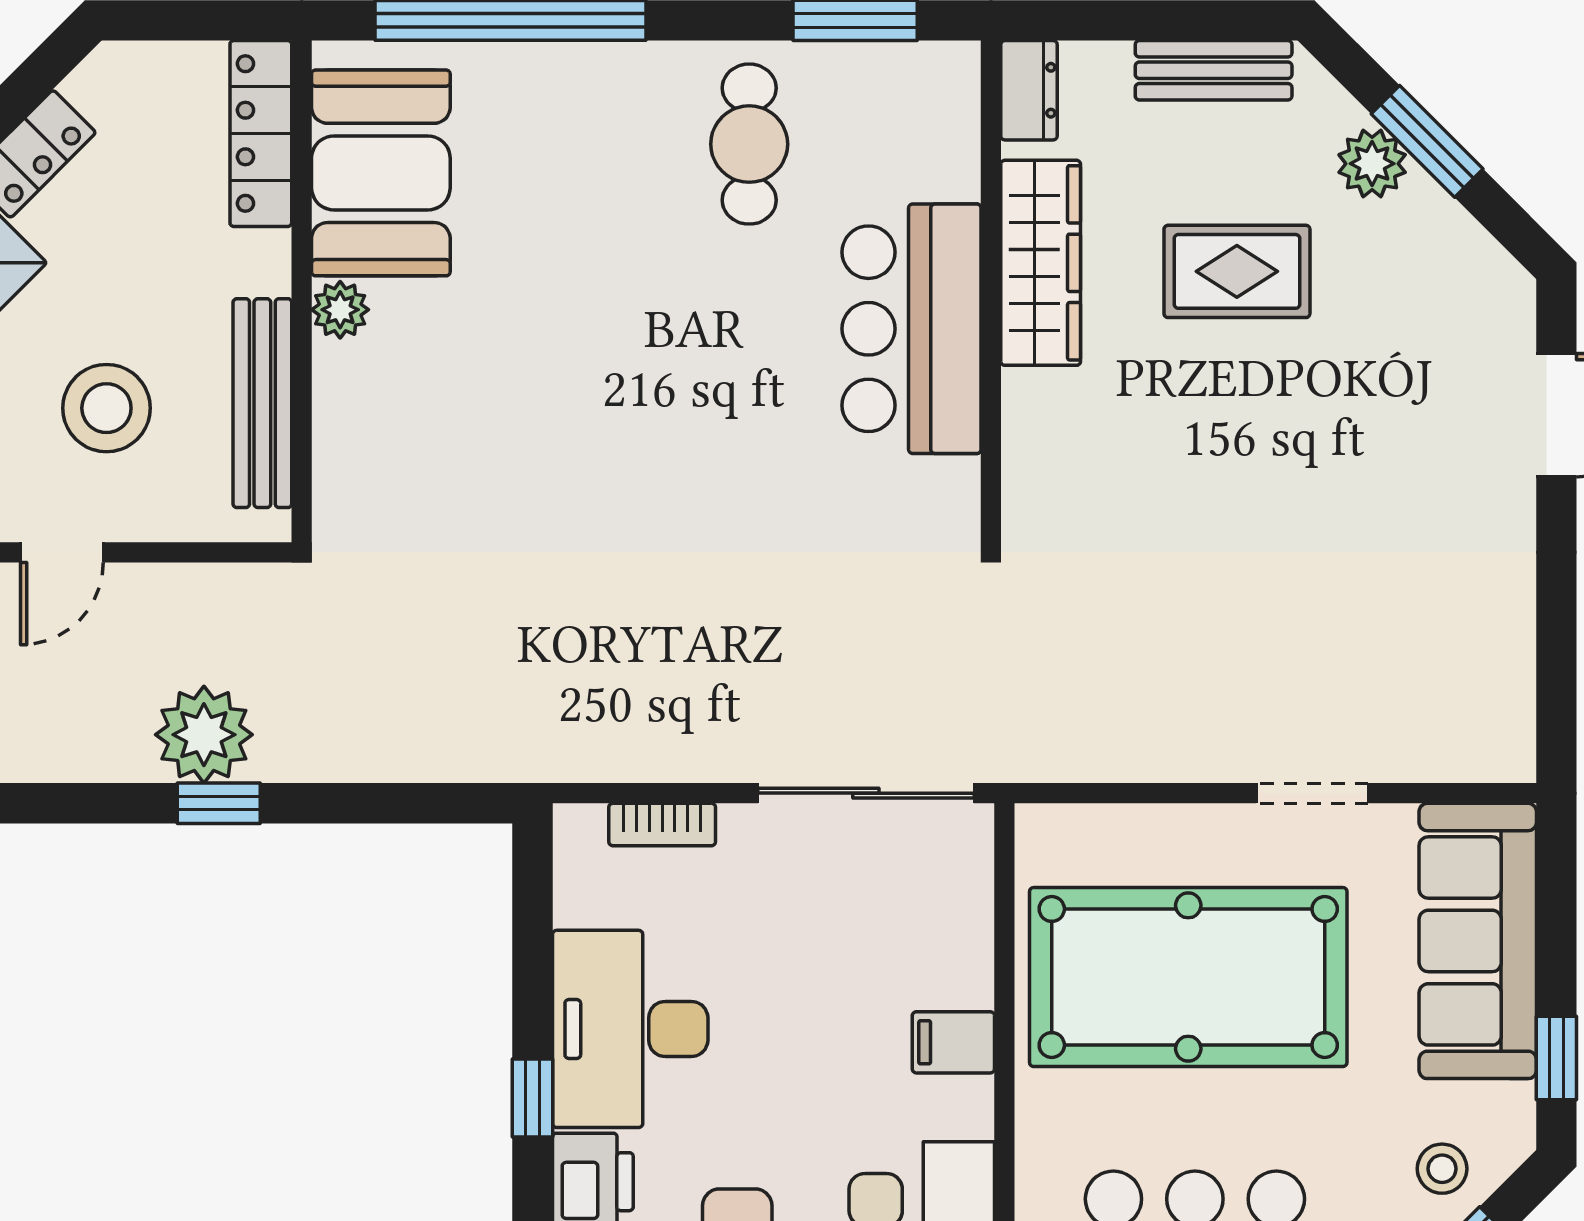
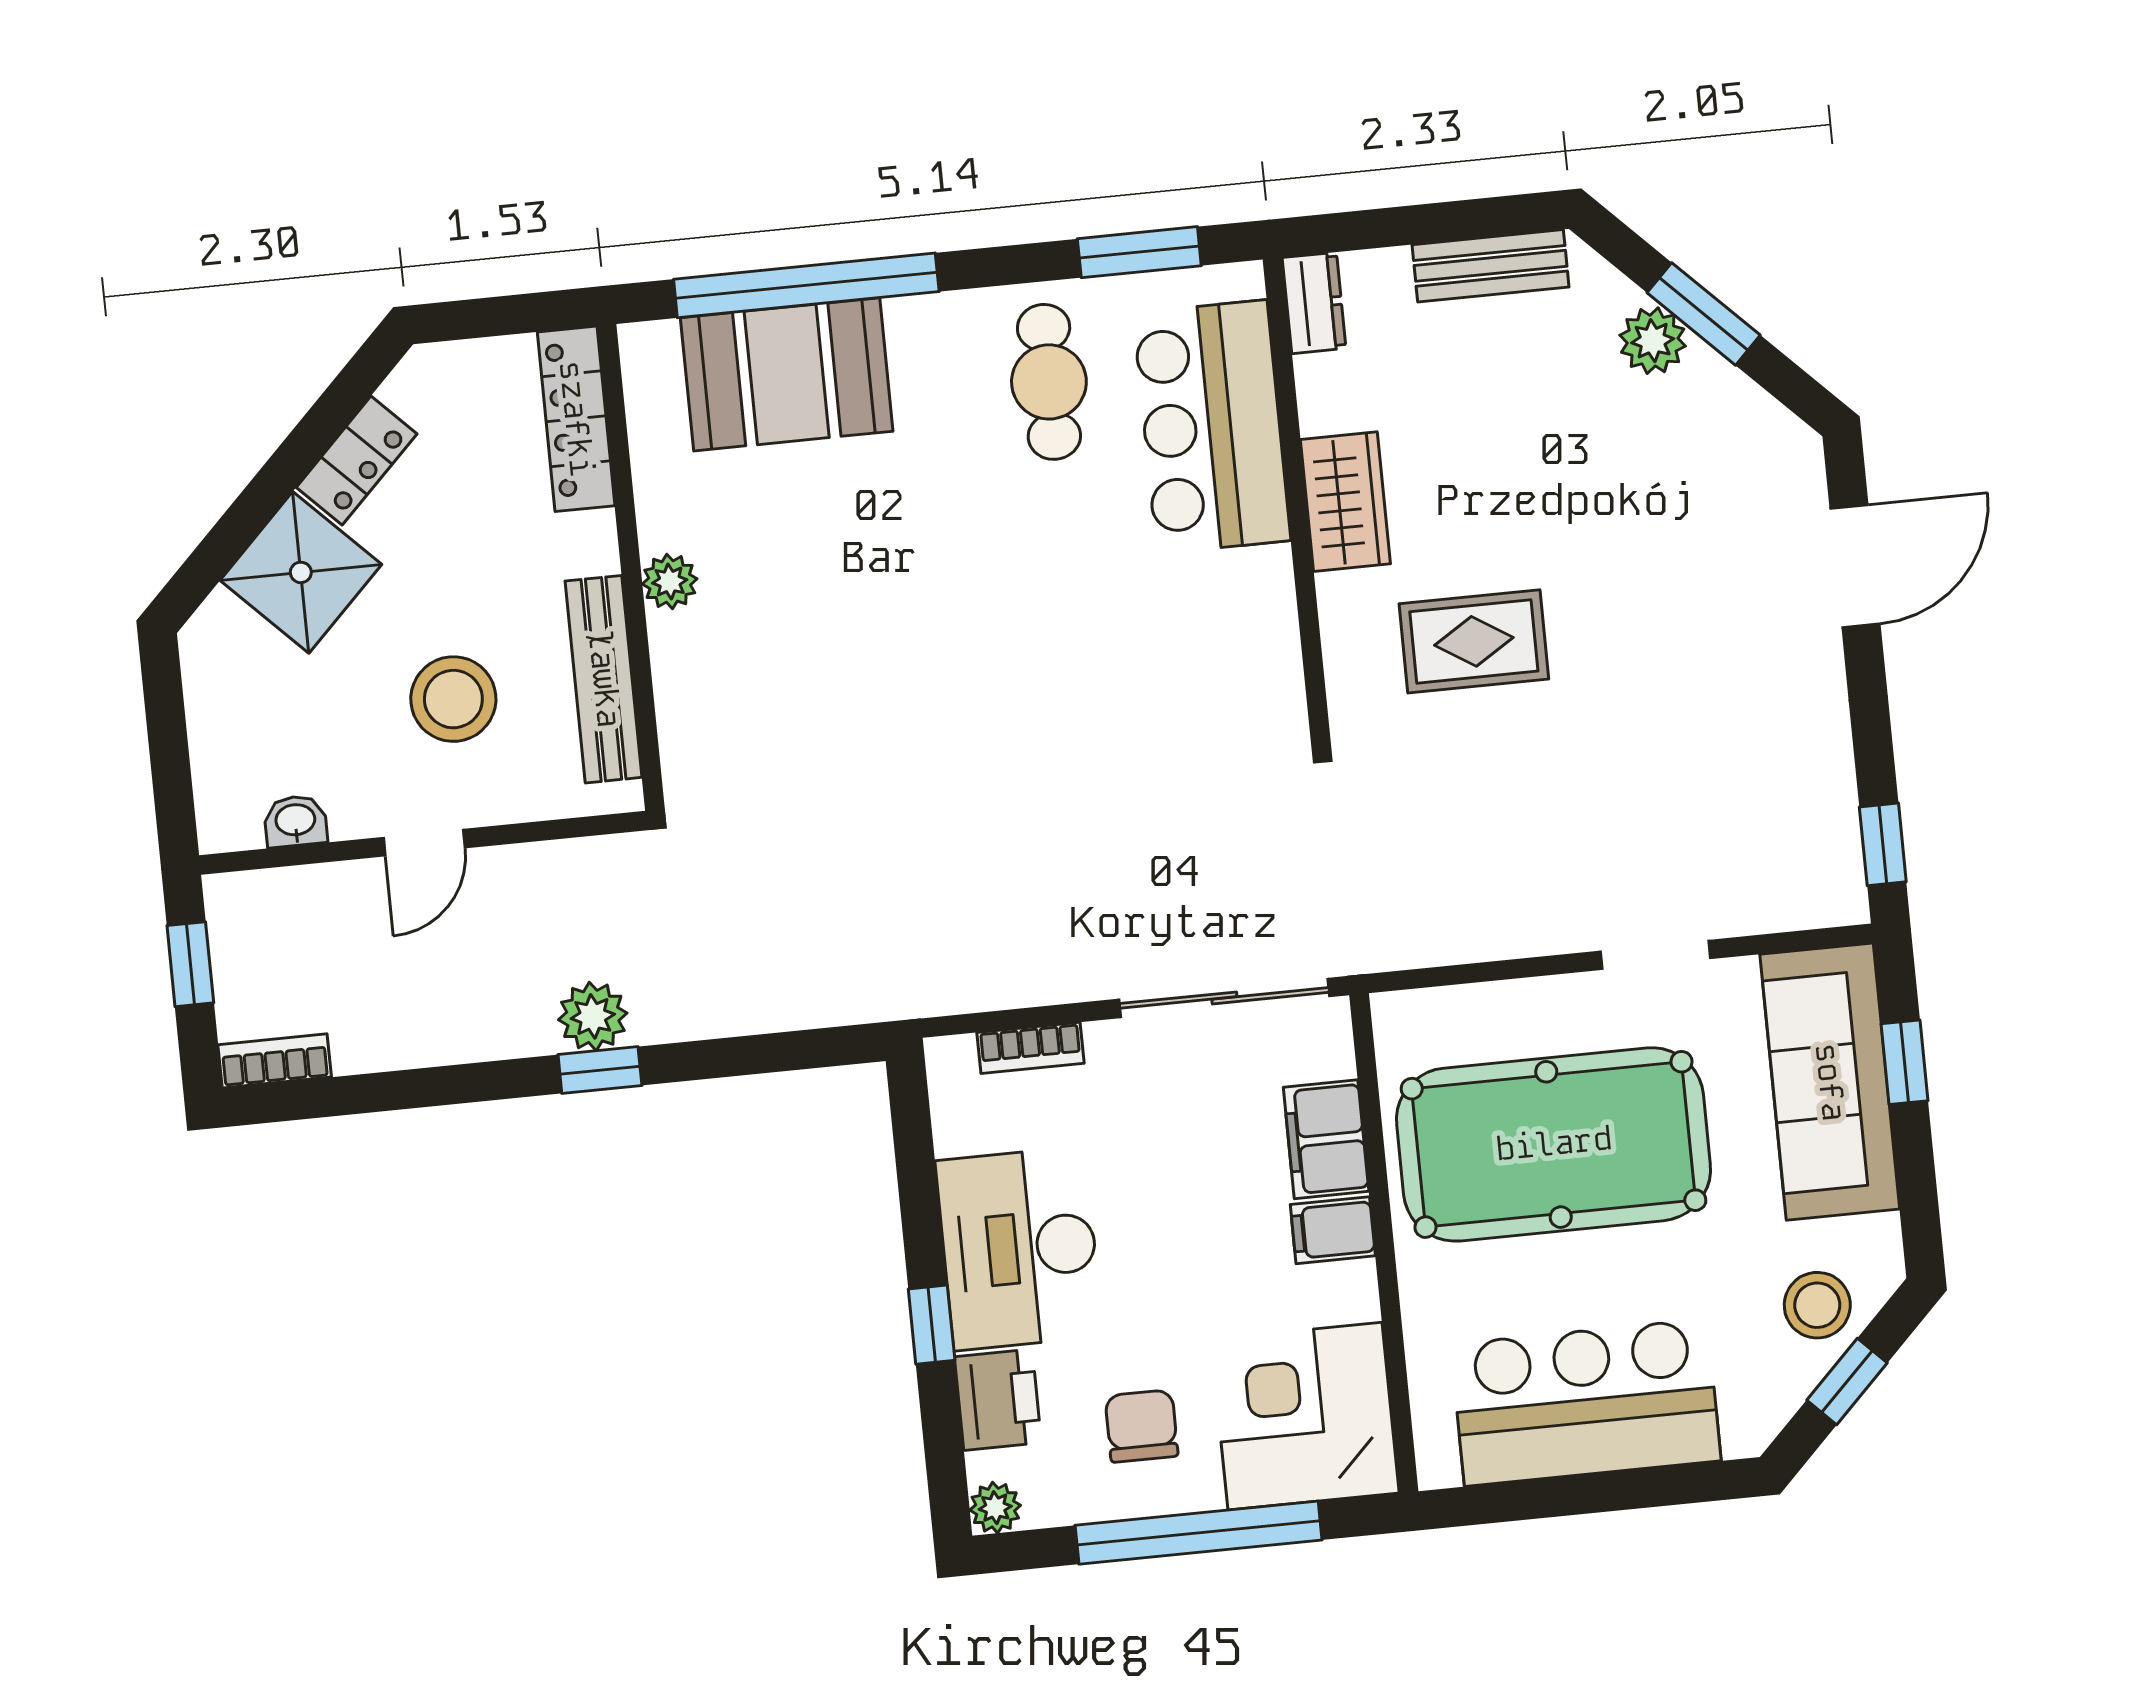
booth: (381, 173) -> (787, 374), moved, turned 90
wardrobe: (1041, 263) -> (1345, 502), width x0.67
rug: (1237, 271) -> (1474, 641), moved
bar counter: (912, 329) -> (1212, 427), moved
window: (1556, 703) -> (1883, 844), added
plant: (204, 735) -> (593, 1016), width x0.73, depth x0.73
filing cabinet: (956, 948) -> (1326, 1139), added
window: (1556, 1058) -> (1905, 1062), moved
stool: (1442, 1169) -> (1817, 1305), width x1.37, depth x1.37

